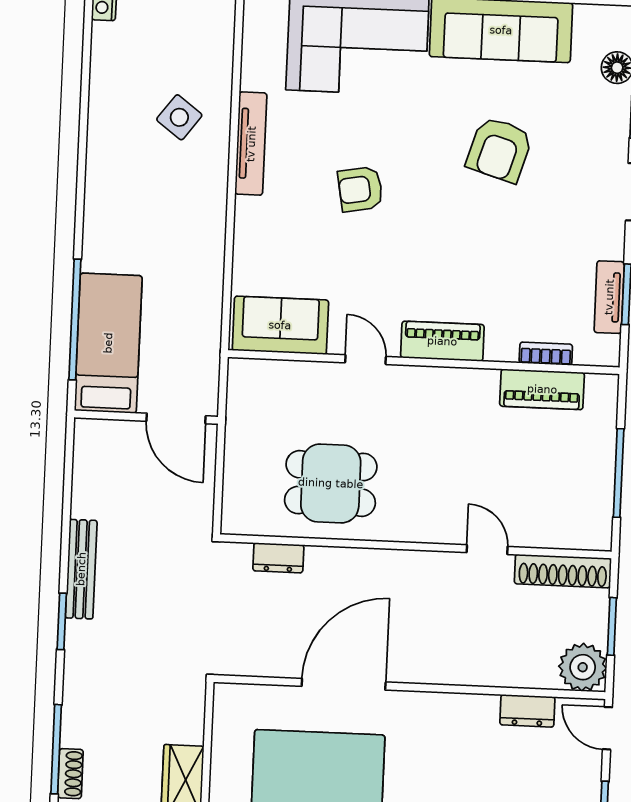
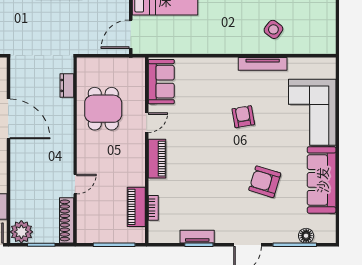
sofa: (280, 325) -> (161, 82), moved
piano: (442, 341) -> (157, 159), moved
bookcase: (546, 354) -> (153, 208), moved
door: (366, 360) -> (147, 123), moved
wall: (424, 362) -> (147, 150), moved
piano: (542, 389) -> (136, 207), moved

